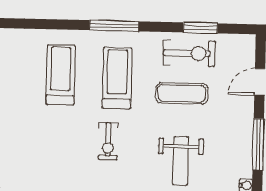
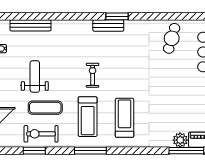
treadmill: (61, 75) -> (125, 118), turned 180
weight bench: (181, 161) -> (35, 76), moved

